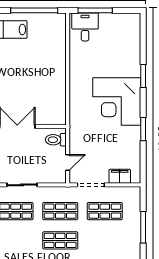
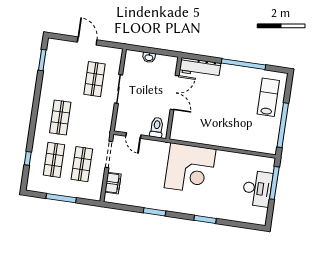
desk: (85, 27) -> (257, 189), moved, width x1.37
corner desk: (117, 102) -> (190, 168), moved, turned 180
shop shelf: (60, 211) -> (54, 160), moved

